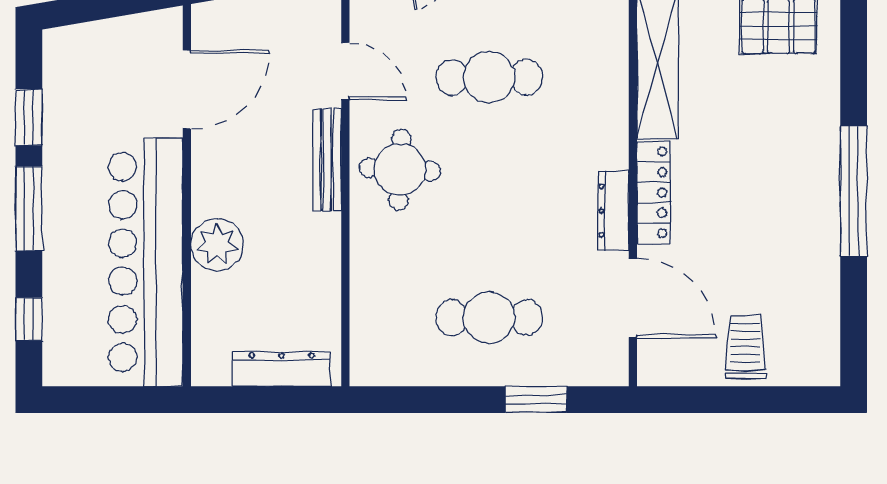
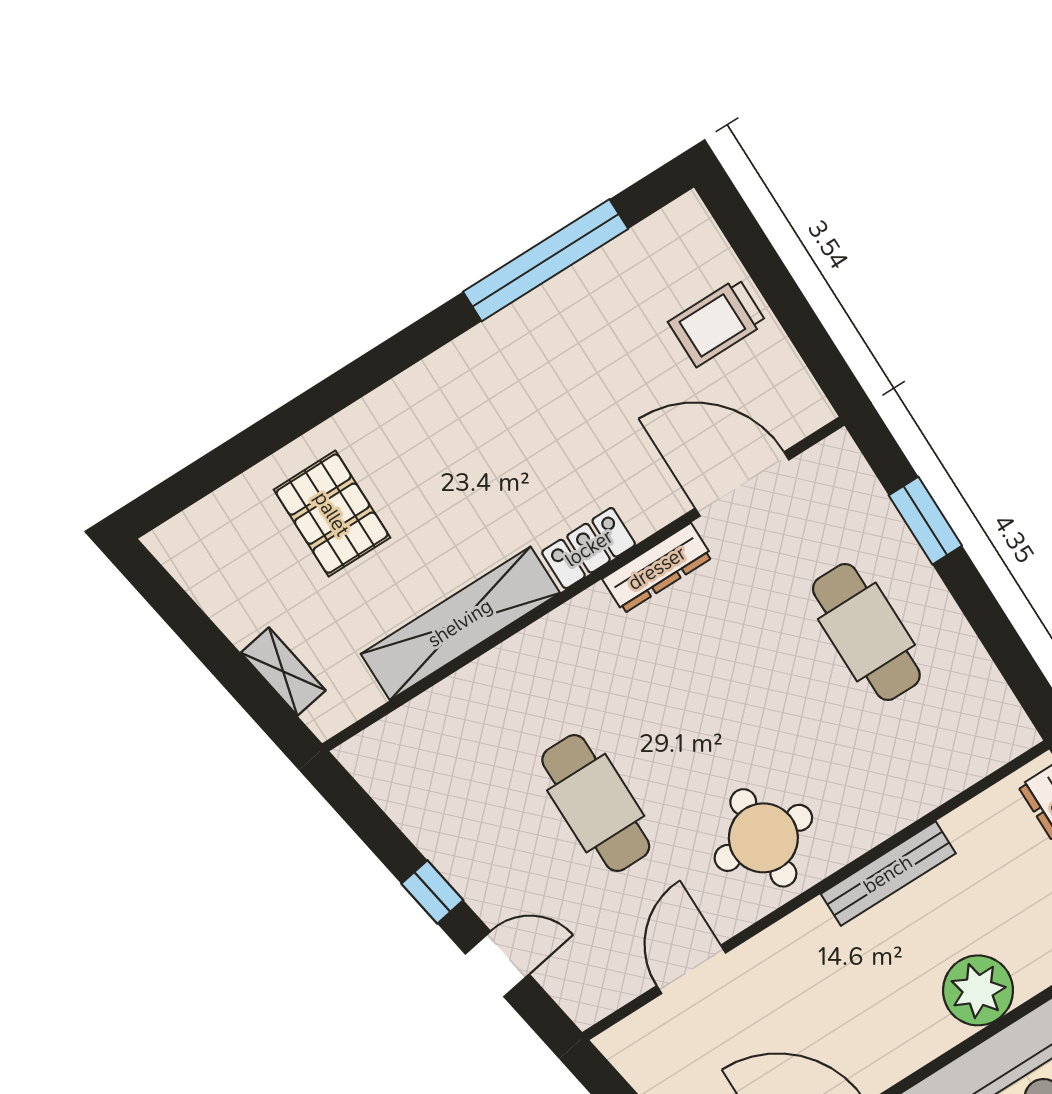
bench: (327, 160) -> (888, 874), moved
window: (854, 191) -> (546, 260), moved
locker: (654, 193) -> (589, 548), width x0.66
door: (633, 298) -> (742, 484), hinge flipped

